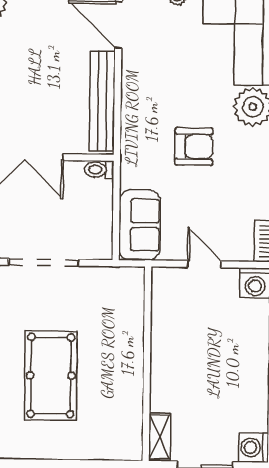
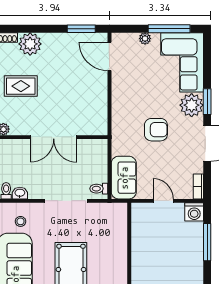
bench: (102, 101) -> (100, 103), removed
toilet: (99, 170) -> (99, 189), moved

